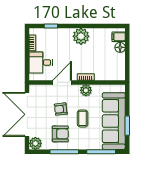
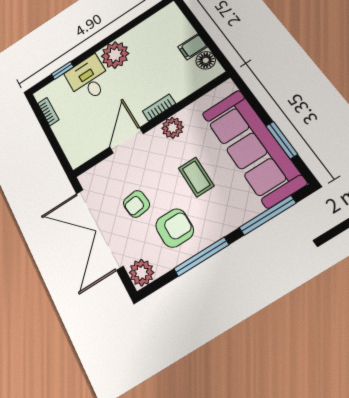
filing cabinet: (119, 37) -> (193, 47), moved
floor lamp: (120, 47) -> (206, 60), moved
desk: (41, 62) -> (88, 79), moved, turned 90
armchair: (61, 109) -> (136, 204), moved

